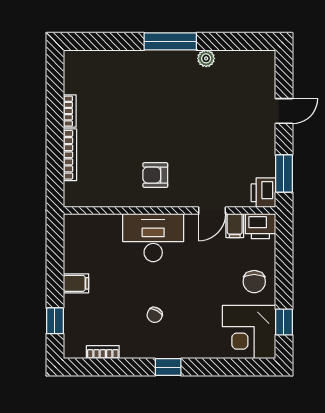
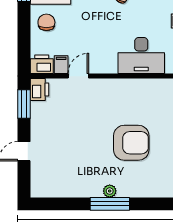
plant: (206, 58) -> (110, 191), moved
armchair: (155, 175) -> (131, 143), moved, width x1.88, depth x1.88
desk: (153, 238) -> (141, 56), moved

